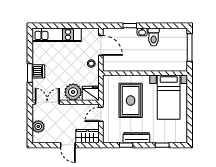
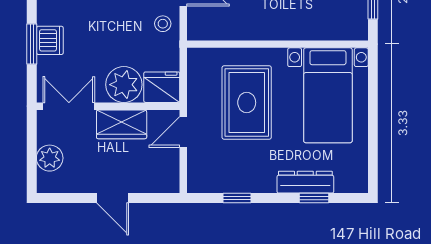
wardrobe: (87, 136) -> (122, 124), moved, turned 180
dresser: (136, 138) -> (305, 182), moved

